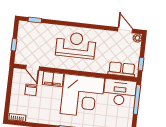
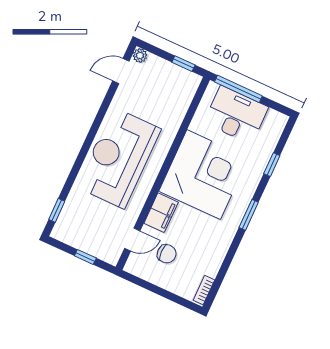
reception desk: (76, 45) -> (119, 158), width x1.36, depth x1.30
row of seats: (122, 69) -> (182, 97), removed
desk: (120, 92) -> (236, 115), moved, turned 90

